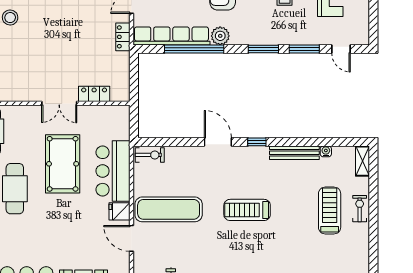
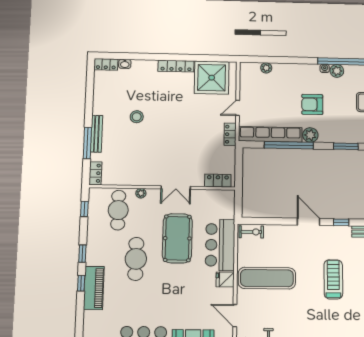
locker: (94, 94) -> (218, 181), moved
plant: (18, 111) -> (141, 193), added
treadmill: (247, 210) -> (333, 279), turned 90
door: (132, 238) -> (235, 316), moved

